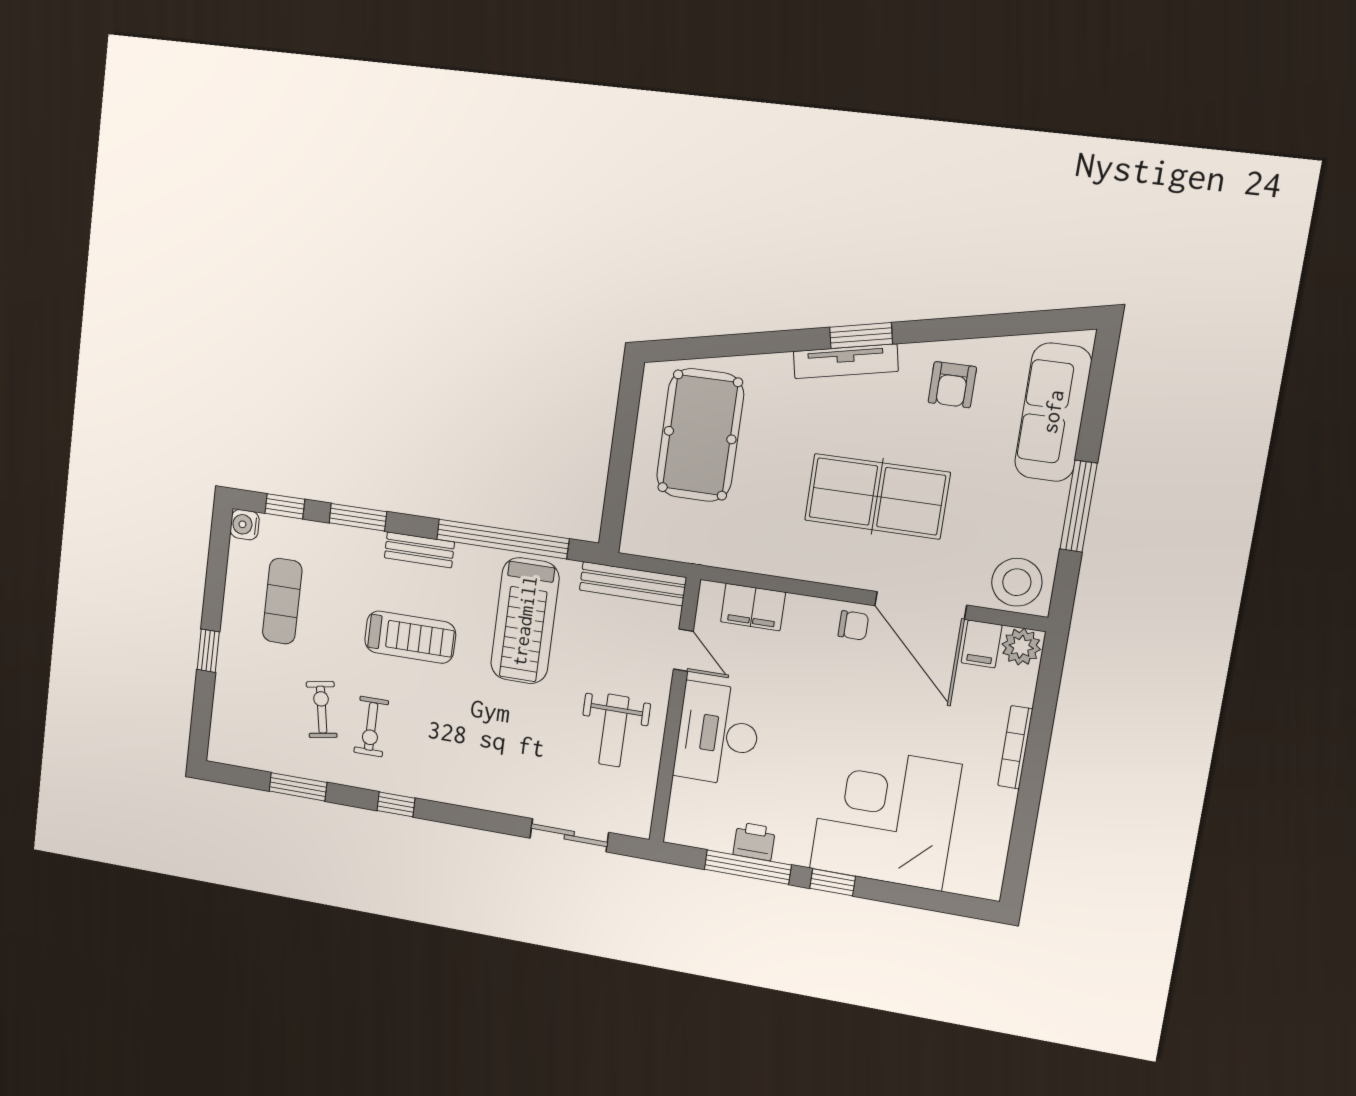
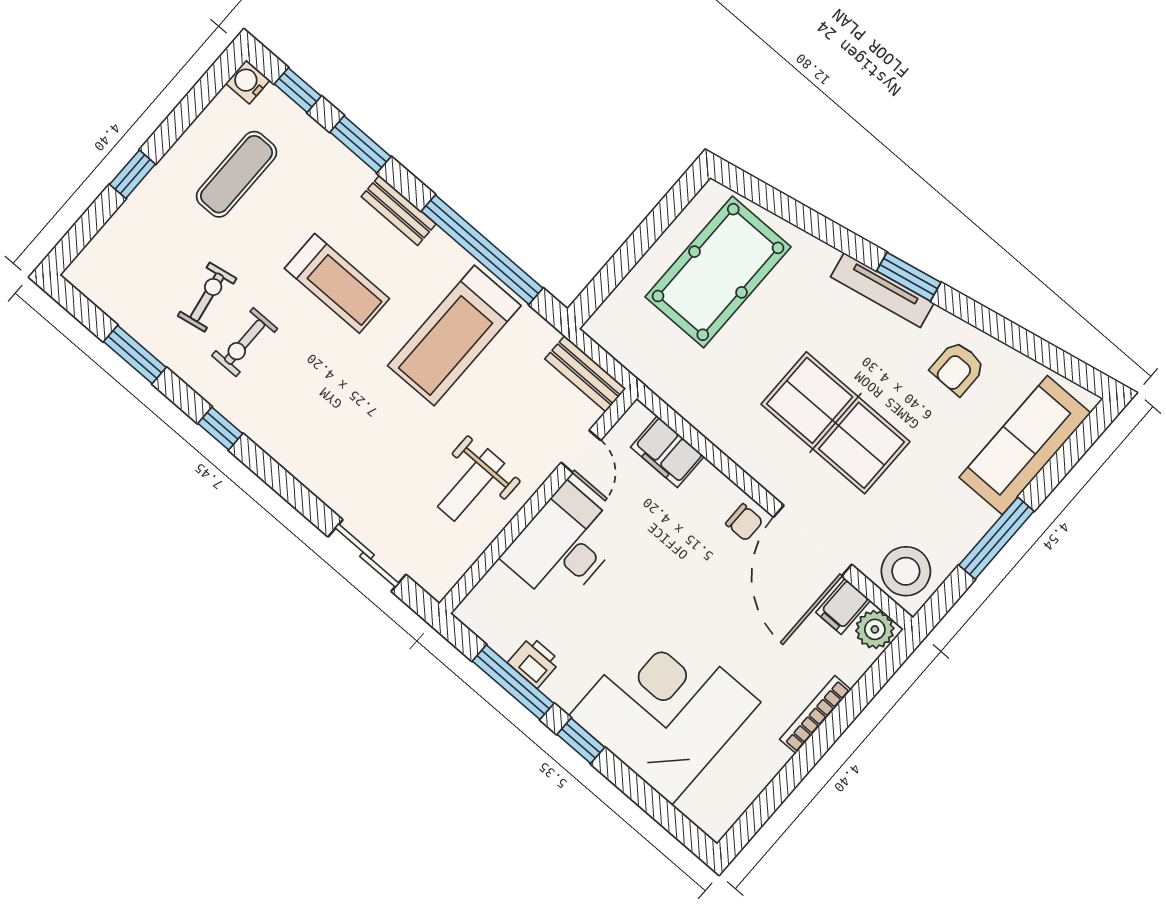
bench: (633, 584) -> (585, 374), width x0.73

